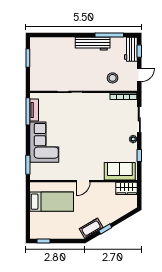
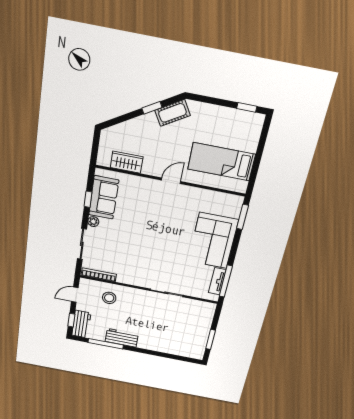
workbench: (93, 44) -> (122, 338), width x0.73
sofa: (120, 171) -> (104, 197), moved, turned -90
wardrobe: (127, 188) -> (127, 162), moved

